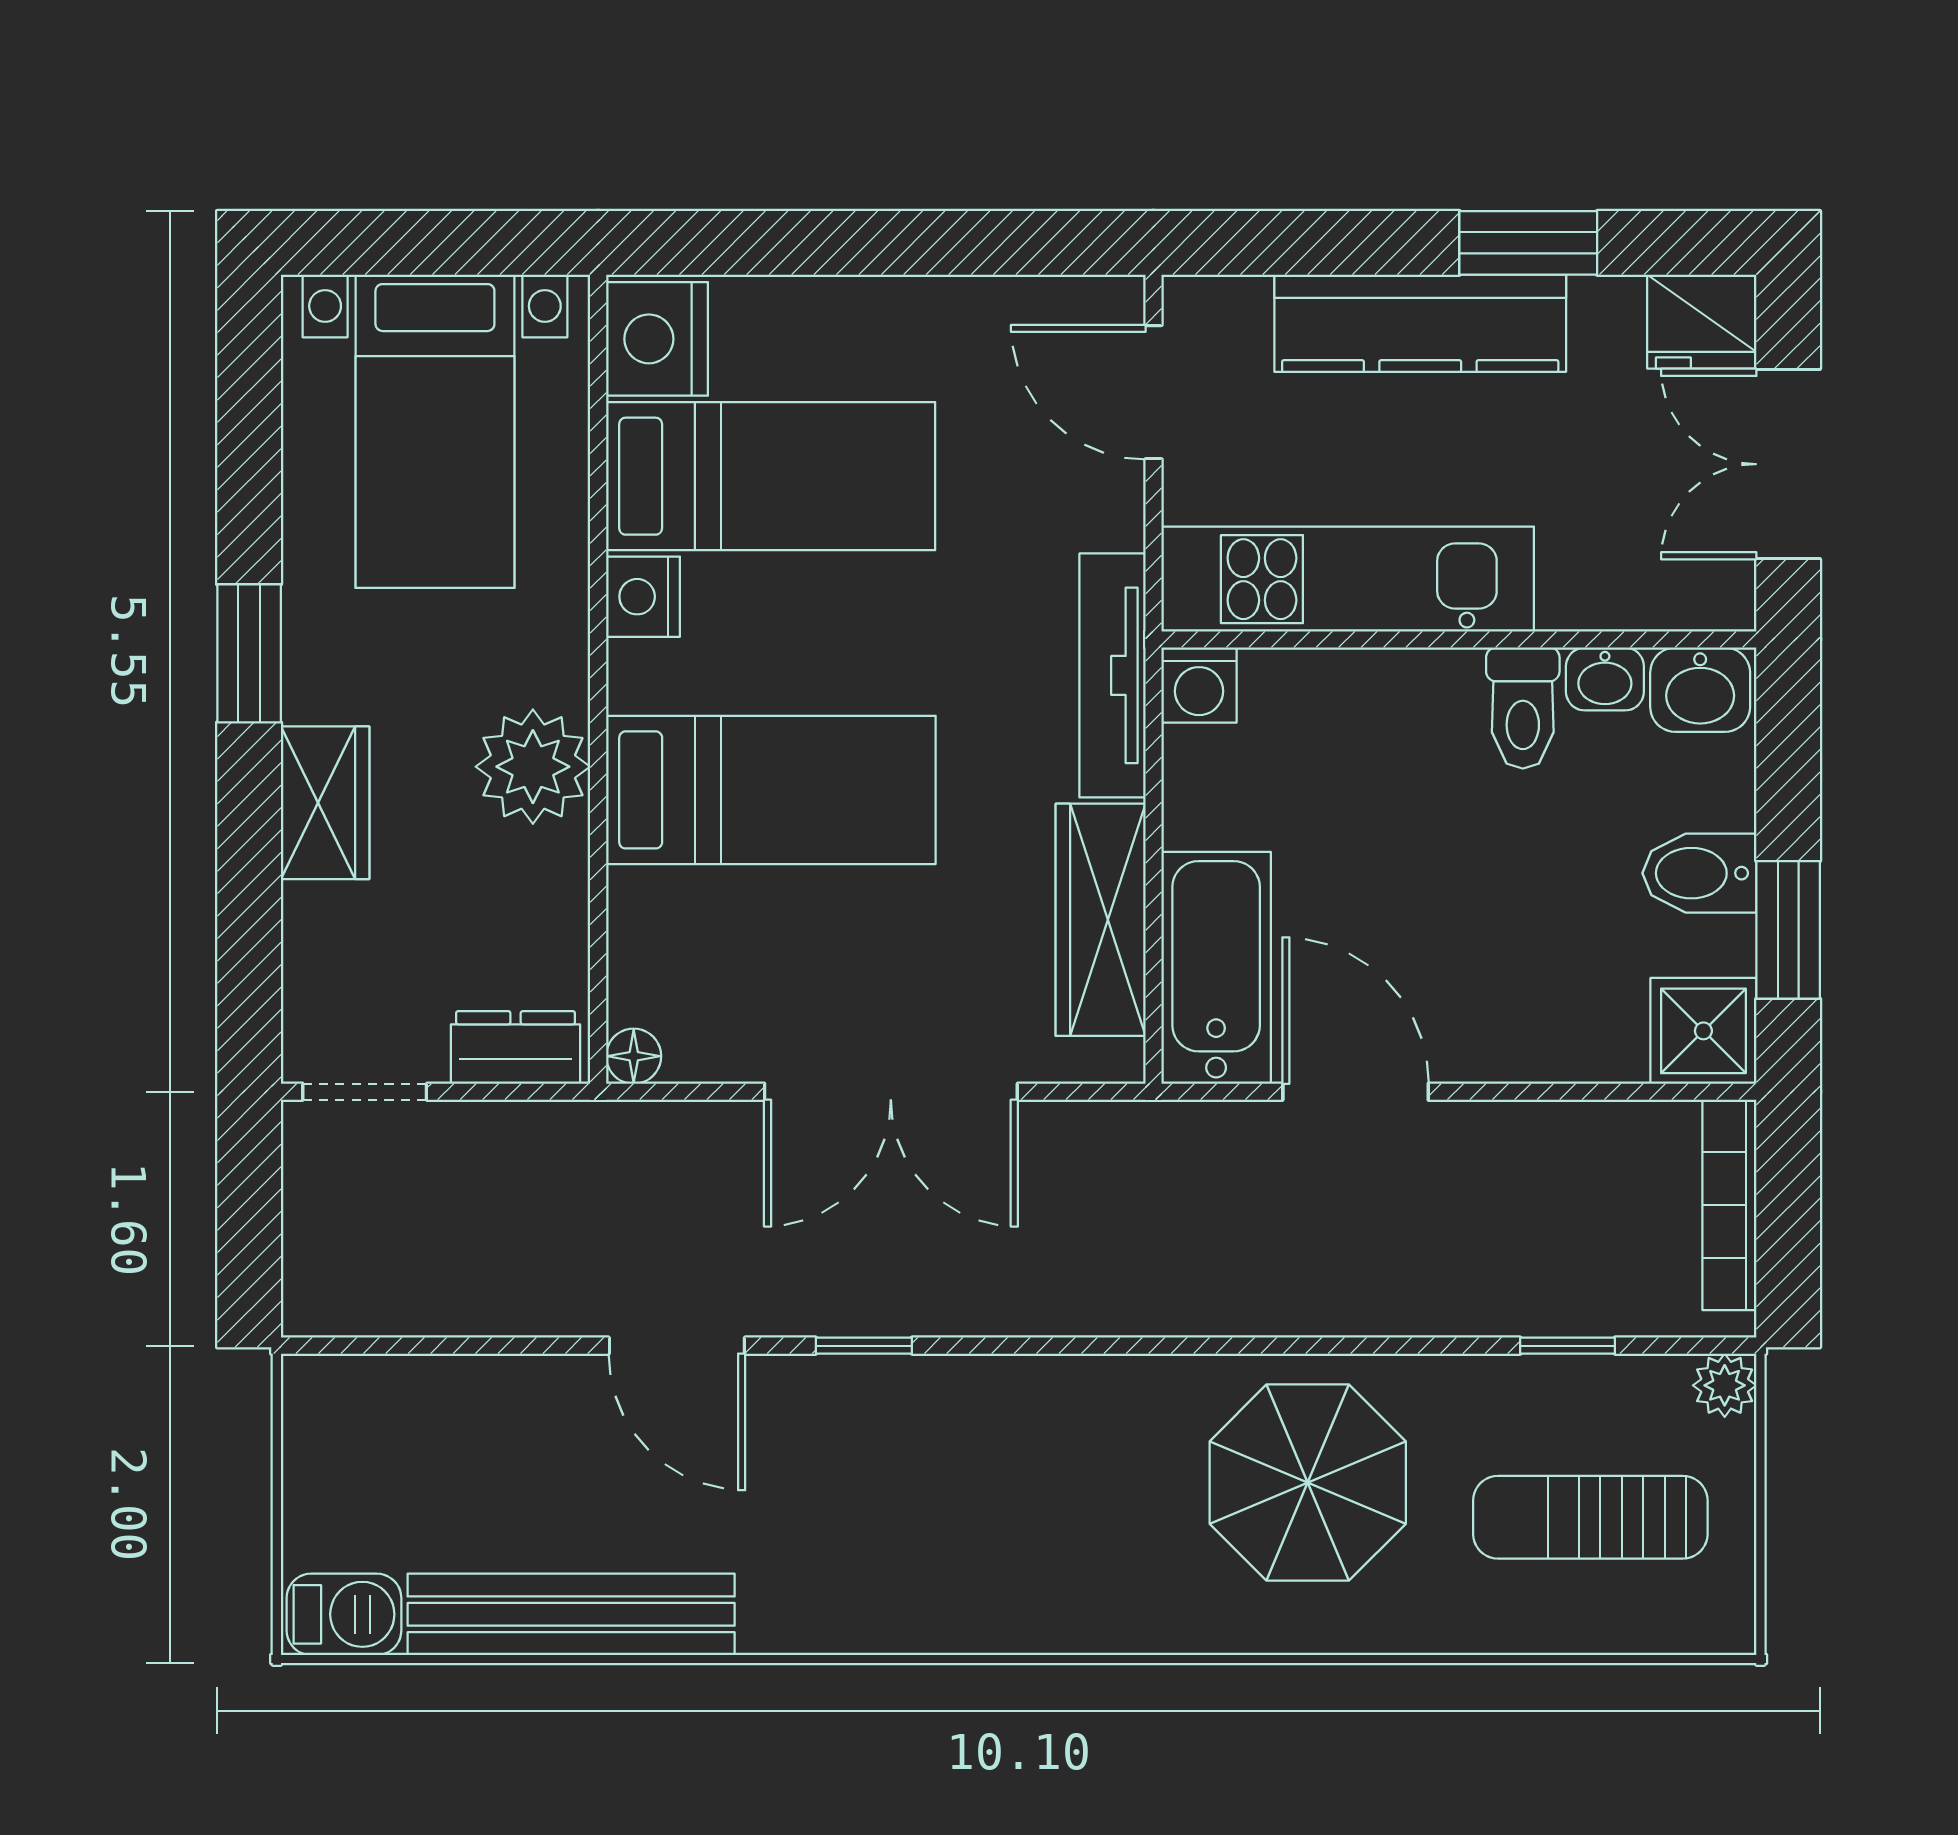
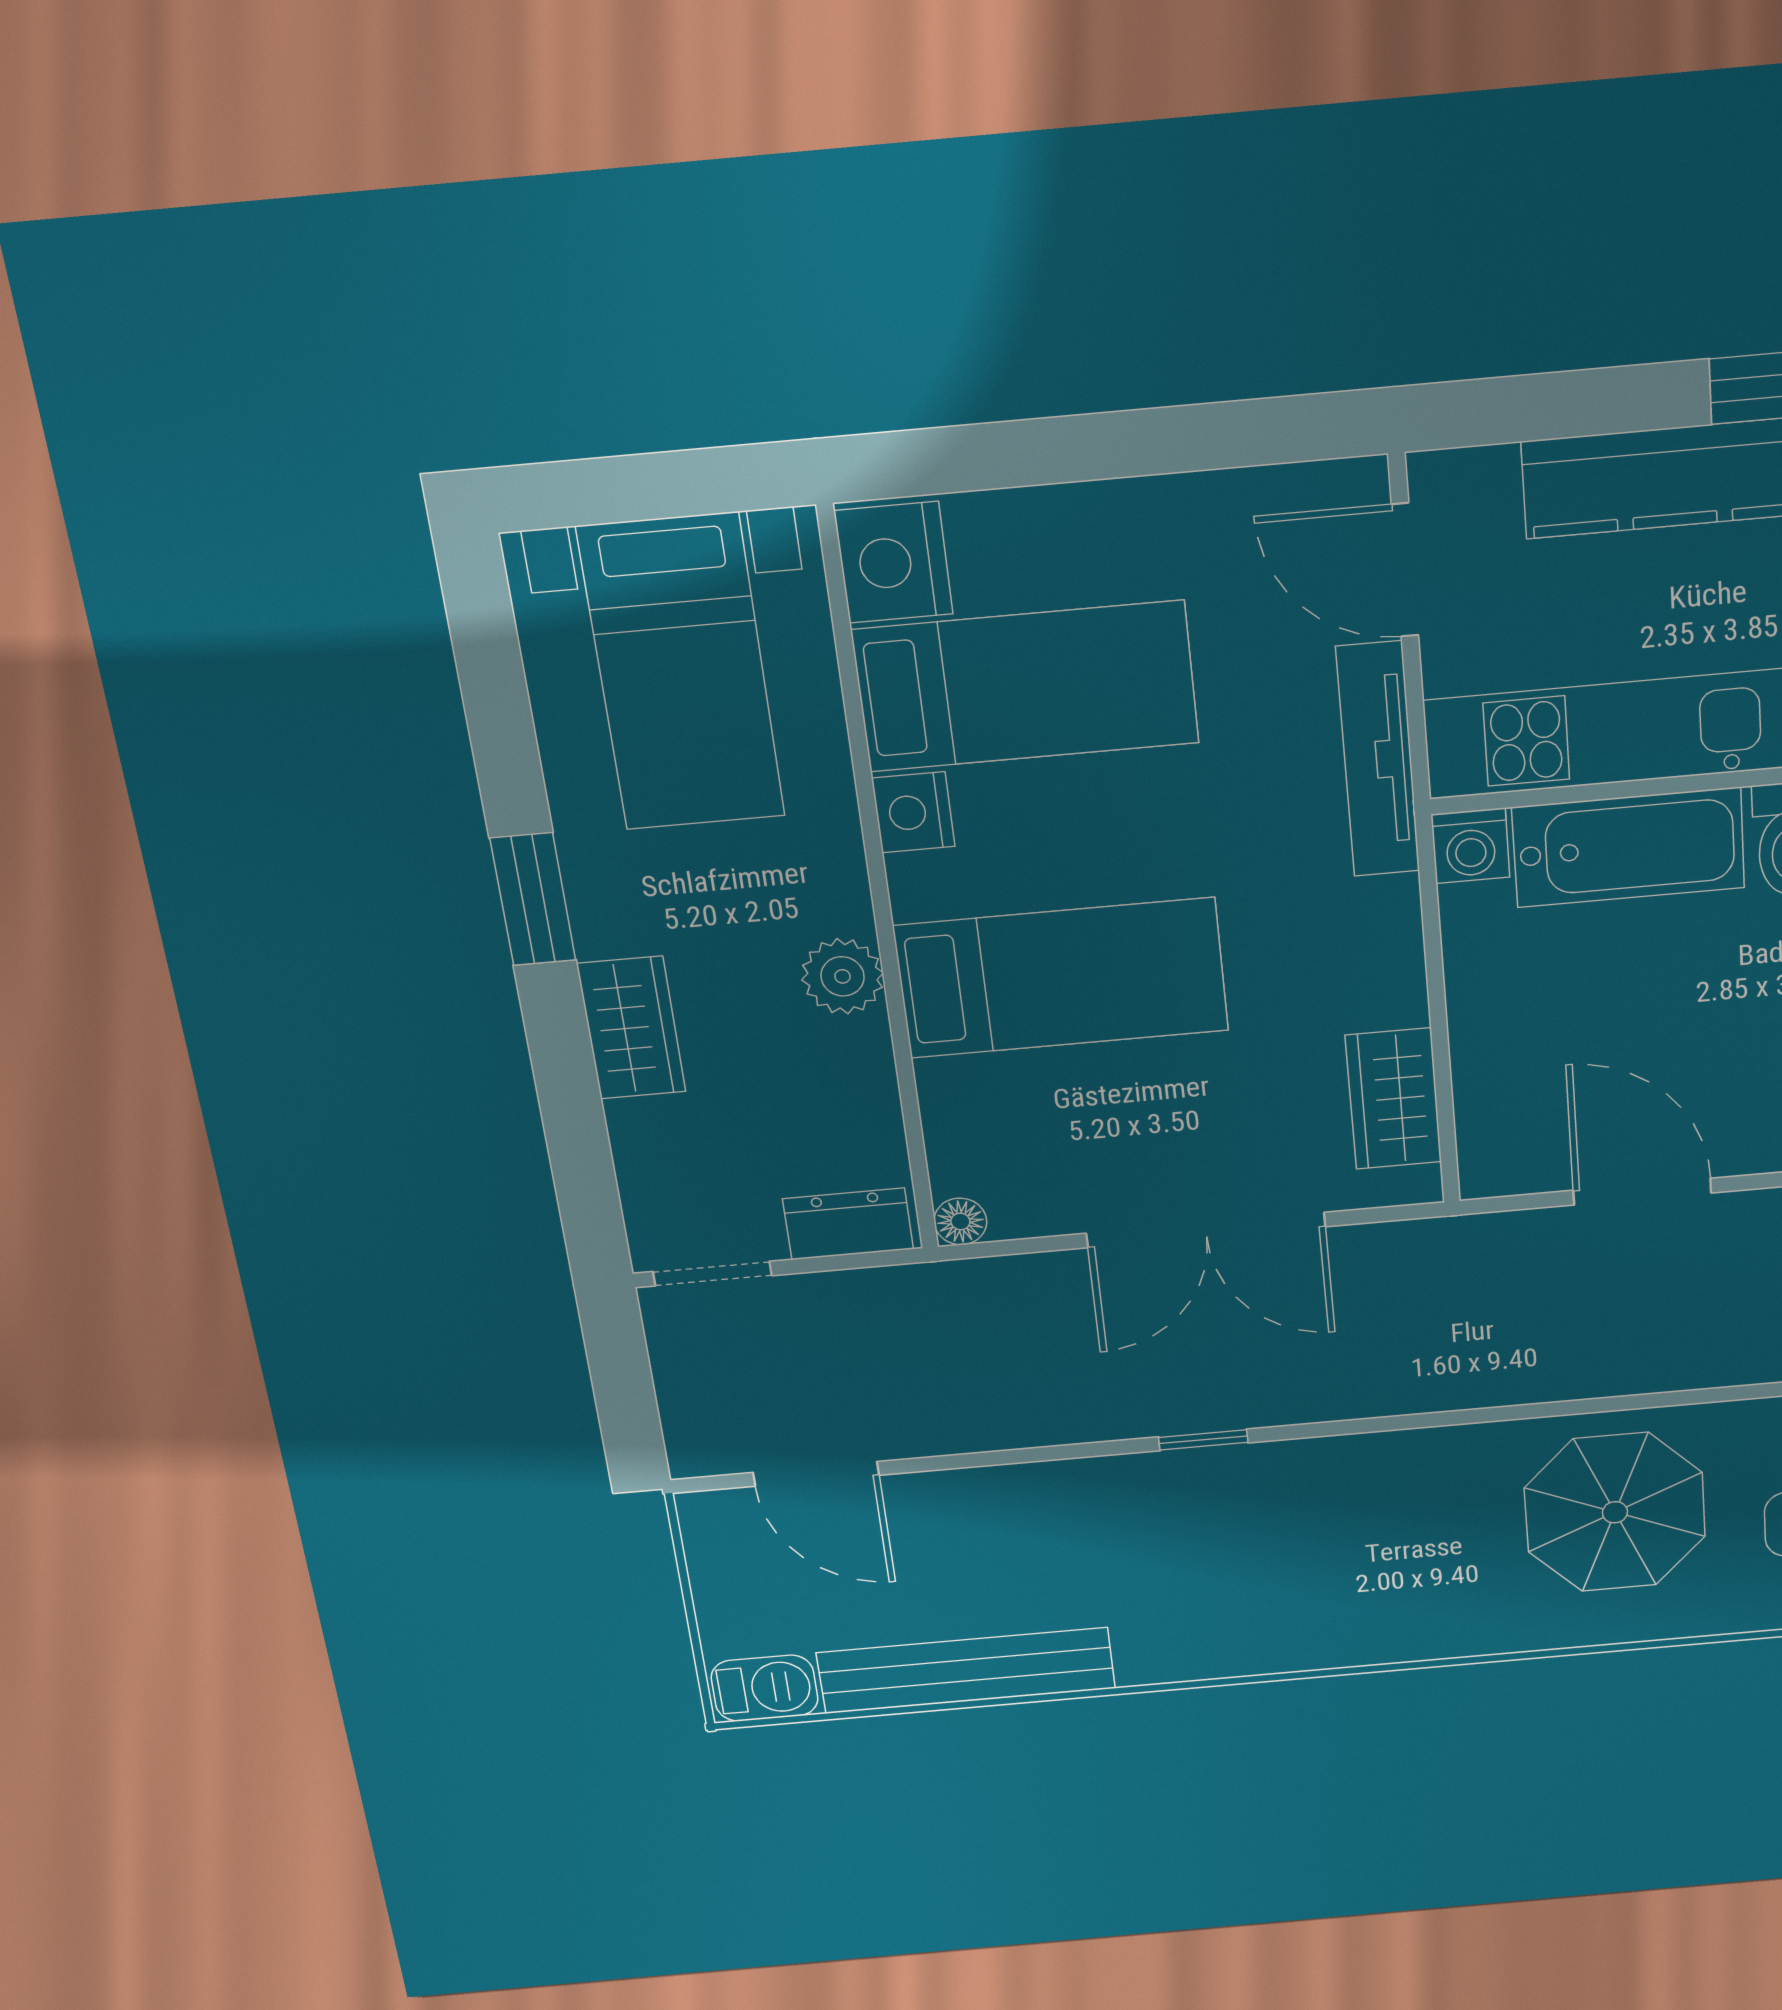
tv unit: (1112, 675) -> (1378, 760), moved
plant: (533, 767) -> (843, 976), width x0.73, depth x0.73
wardrobe: (1101, 920) -> (1394, 1099), width x0.67
bathtub: (1216, 968) -> (1628, 848), moved, turned 90
door: (677, 1346) -> (816, 1474), moved

